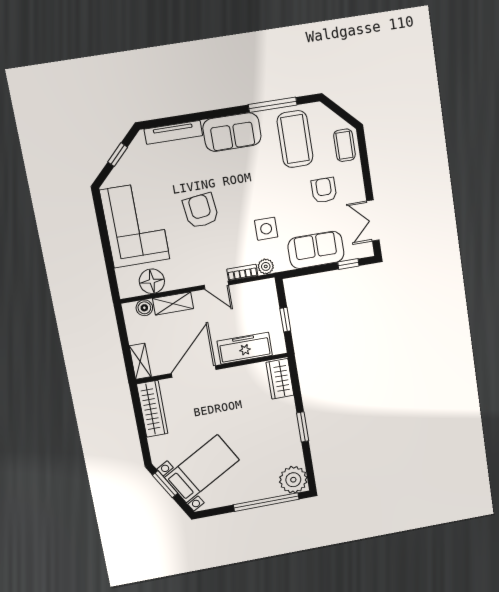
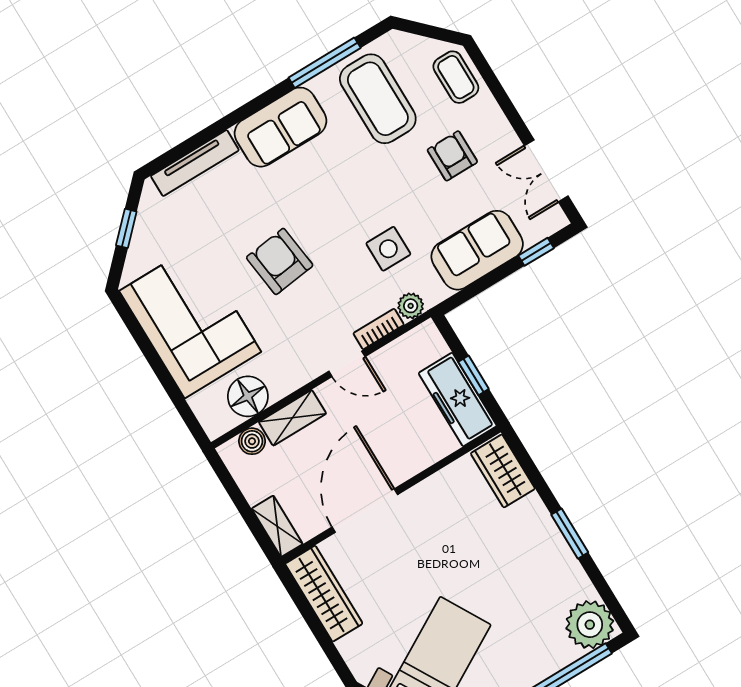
freezer: (245, 348) -> (458, 400), moved, turned -90

